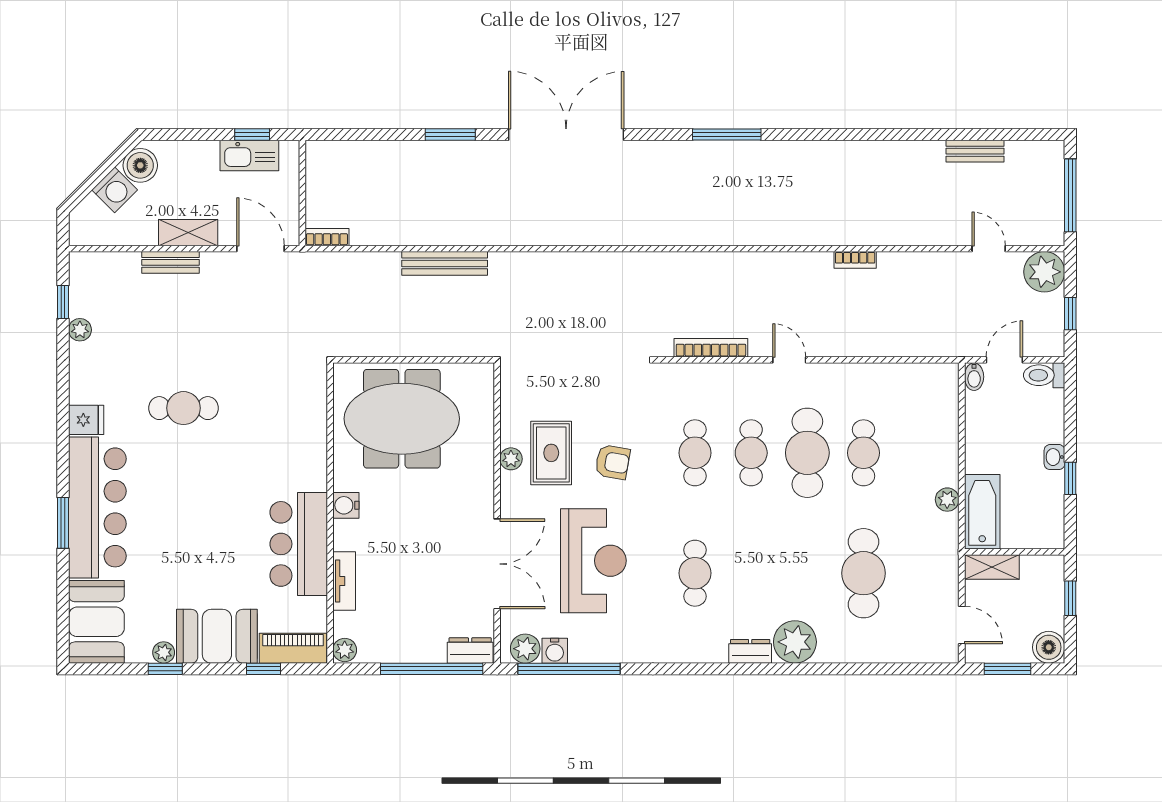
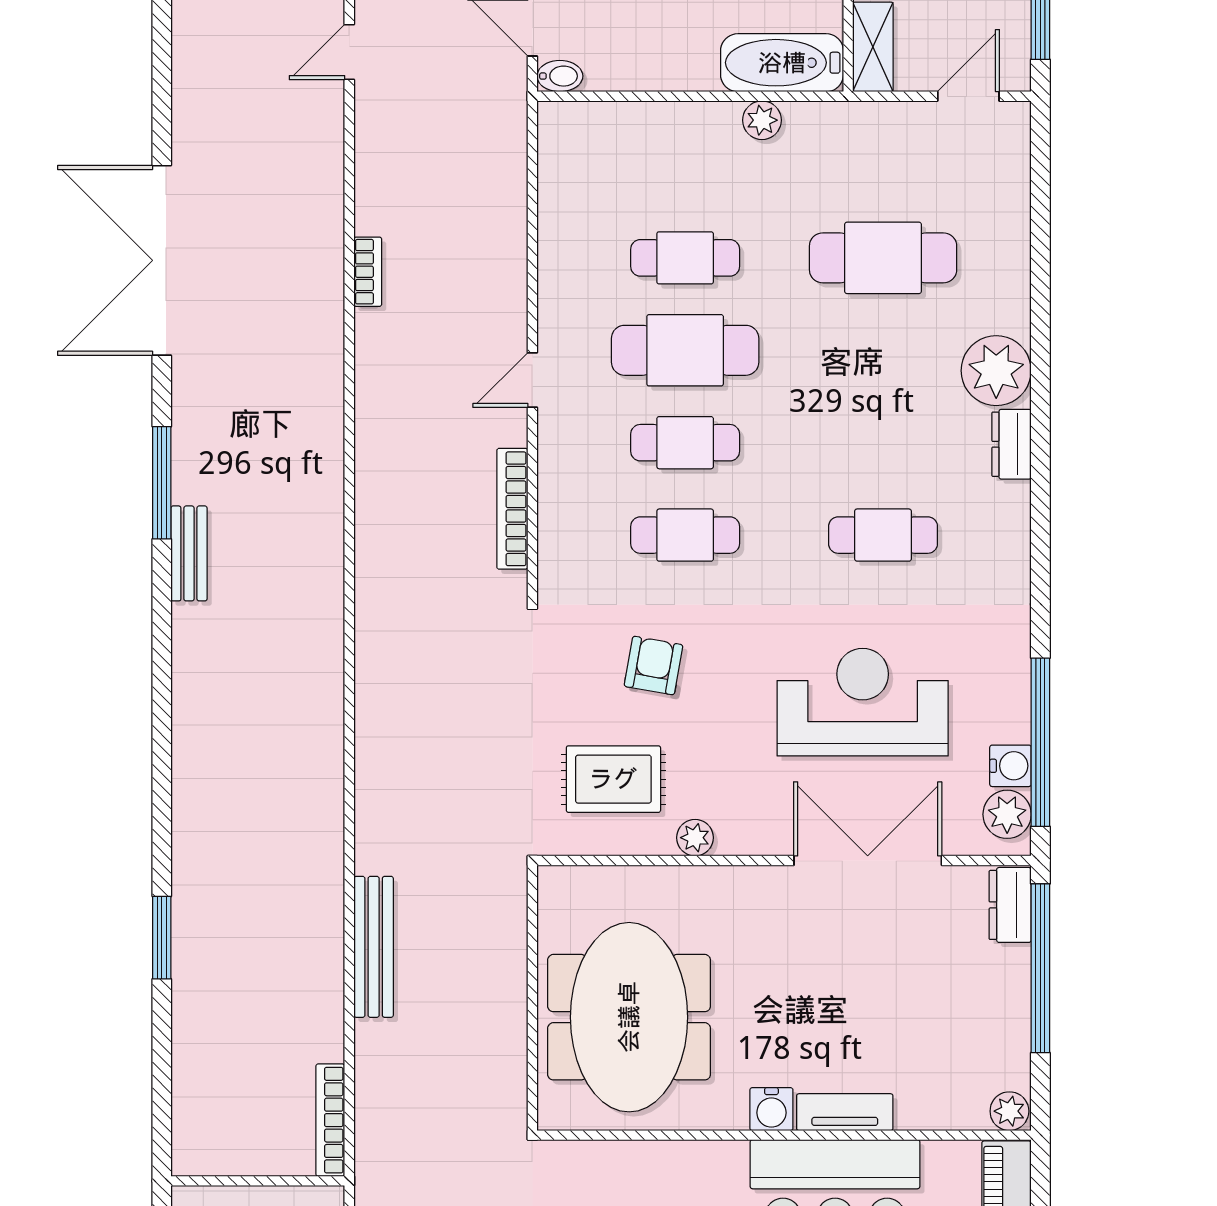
double door: (566, 135) -> (162, 260), moved
bench: (975, 151) -> (189, 553), moved
bookcase: (327, 237) -> (330, 1120), width x1.56
rug: (551, 453) -> (613, 779), moved
armchair: (612, 462) -> (653, 666), moved
tv unit: (344, 581) -> (845, 1112), moved

